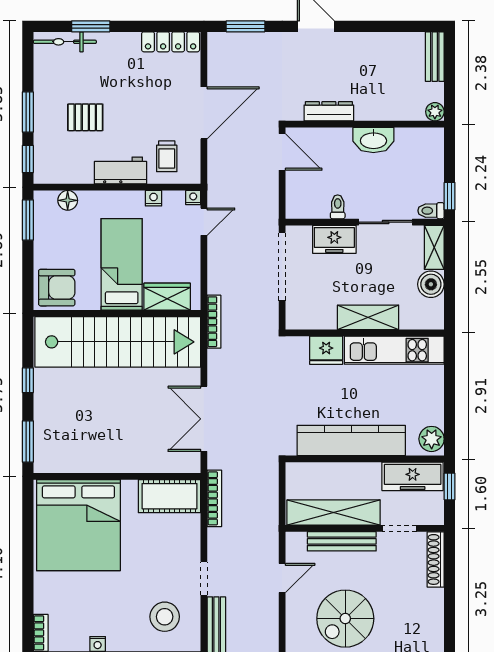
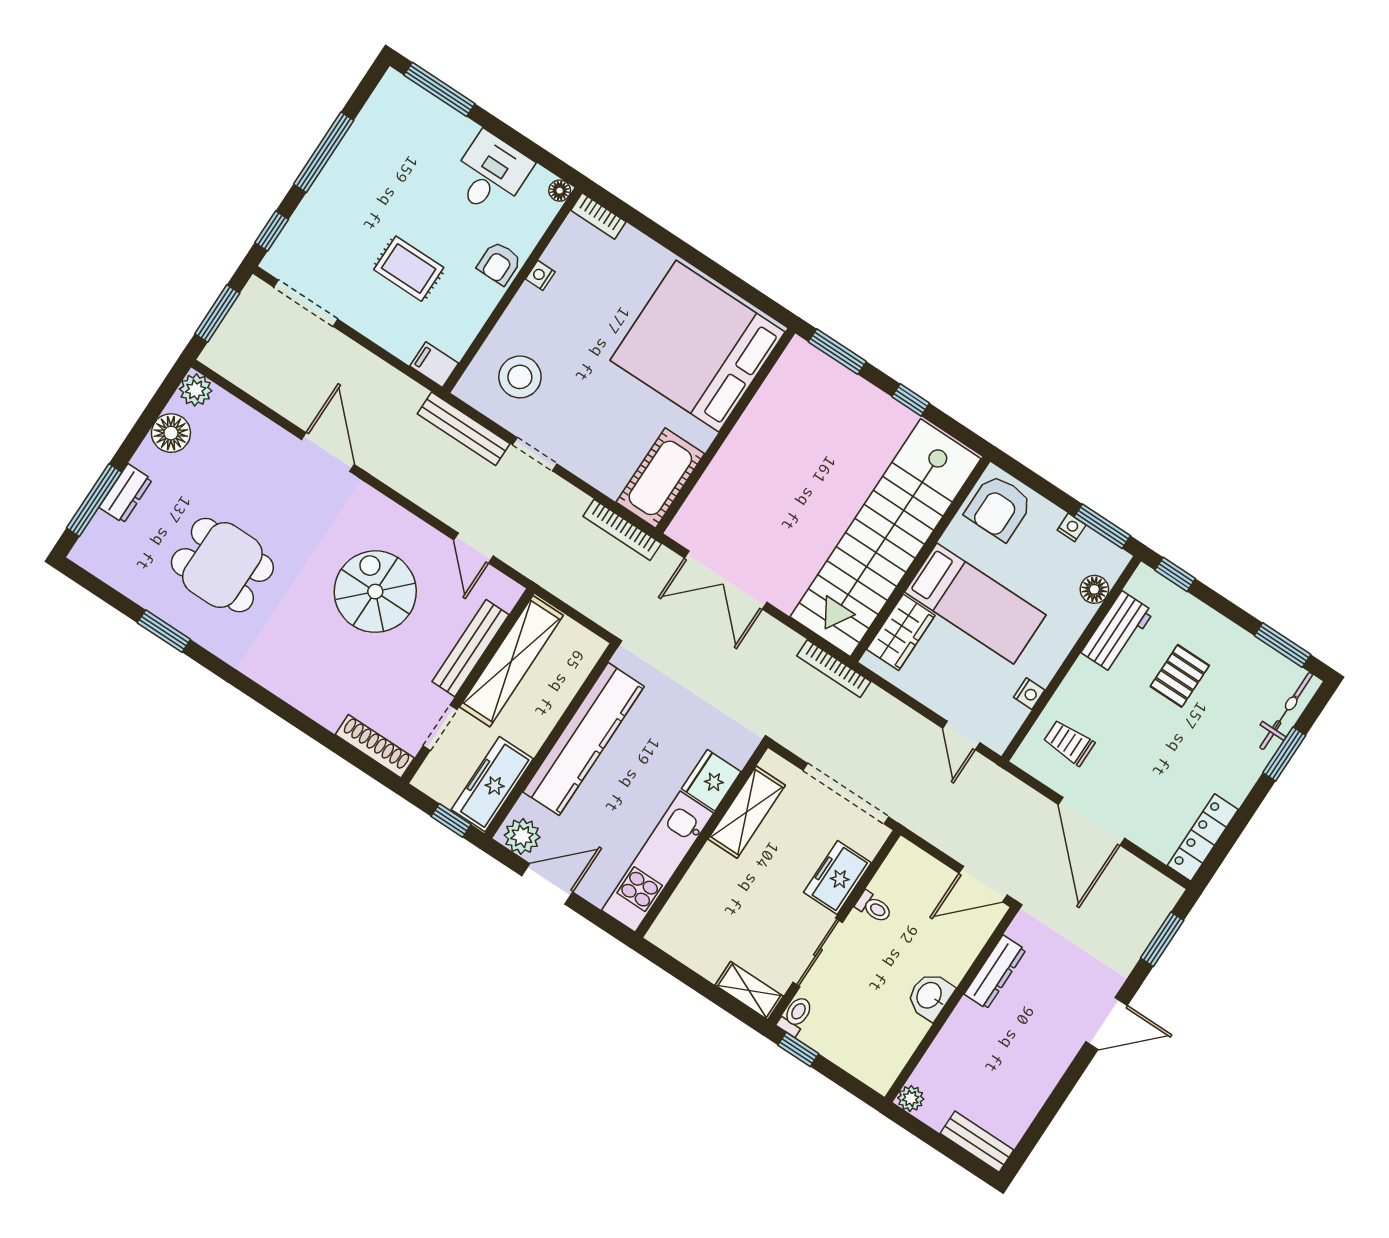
window: (28, 112) -> (1282, 645), moved
washbasin: (373, 140) -> (930, 996), width x0.72
workbench: (121, 171) -> (1117, 632), moved
nightstand: (193, 198) -> (1072, 528), moved, turned -90
boiler: (431, 284) -> (708, 958), removed
shelving: (368, 317) -> (747, 812), moved
door: (450, 406) -> (547, 884), added
double door: (204, 419) -> (726, 580), swing flipped

